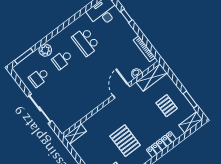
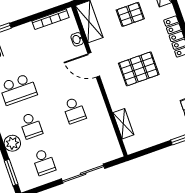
school desk: (84, 87) -> (74, 110), added
shelving: (75, 134) -> (123, 124), moved
pallet: (125, 141) -> (139, 69), moved

